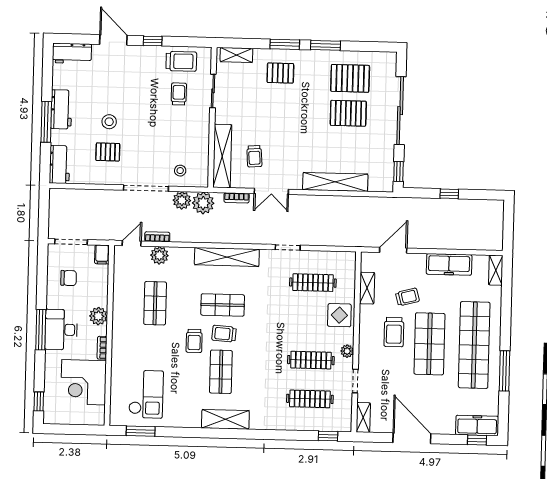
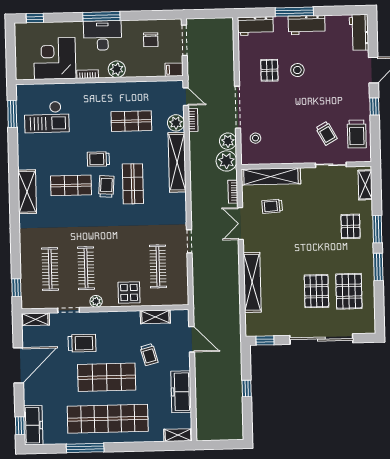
trolley: (179, 94) -> (326, 133), turned 61
shelving: (227, 257) -> (177, 162), moved
trolley: (394, 332) -> (82, 343), moved, turned 180

